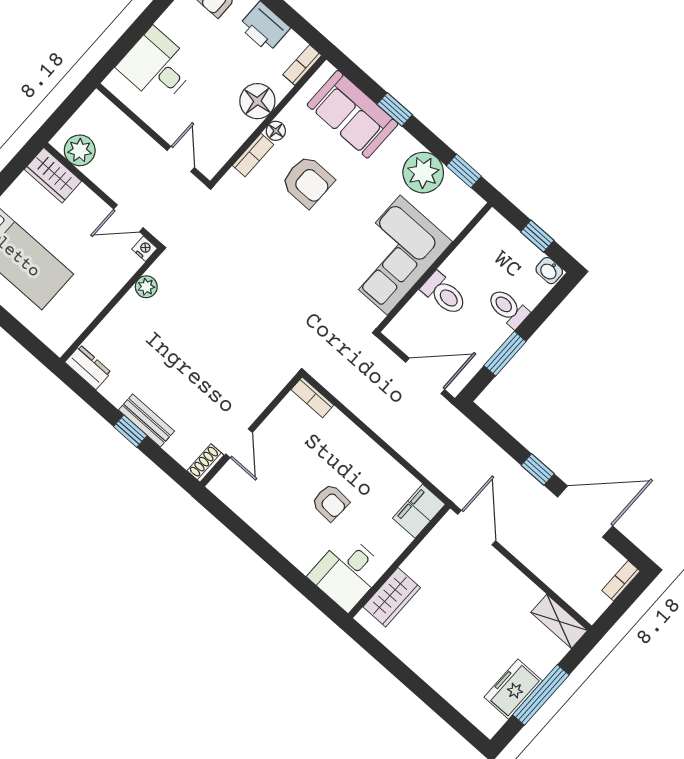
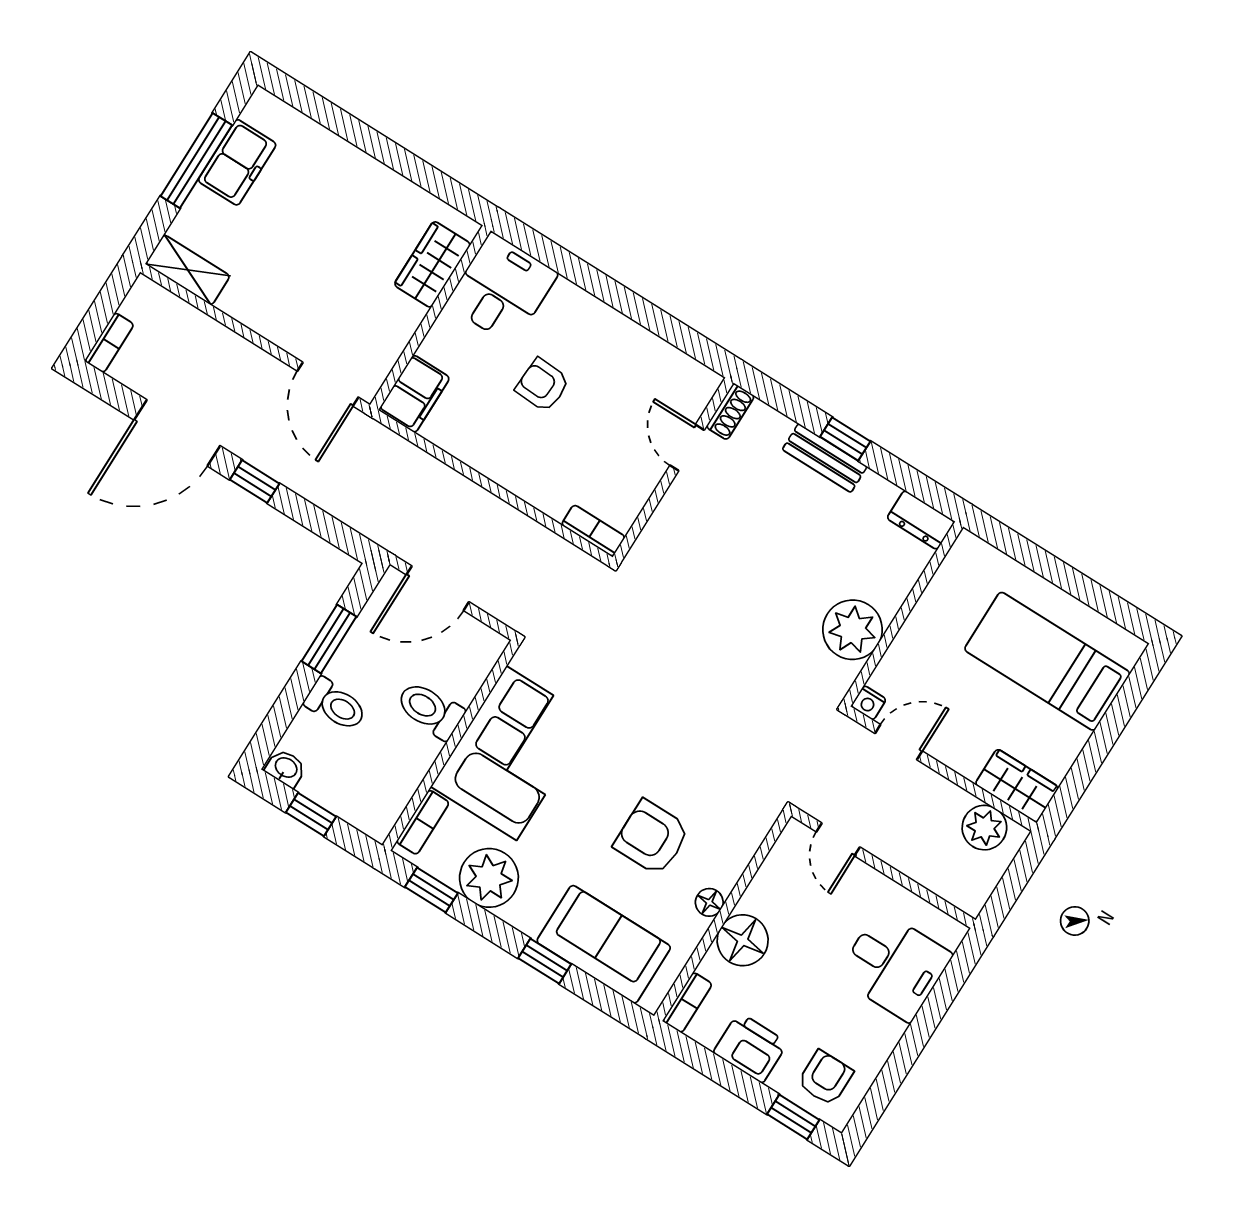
bookcase: (253, 155) -> (423, 822), moved, turned 180
plant: (146, 287) -> (853, 630), width x1.88, depth x1.88

